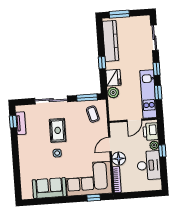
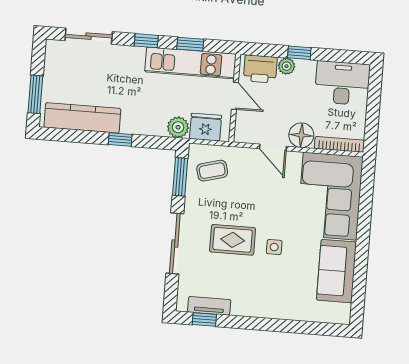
fridge: (113, 78) -> (206, 127), moved
desk: (149, 165) -> (342, 83), moved
window: (94, 198) -> (366, 192), removed

